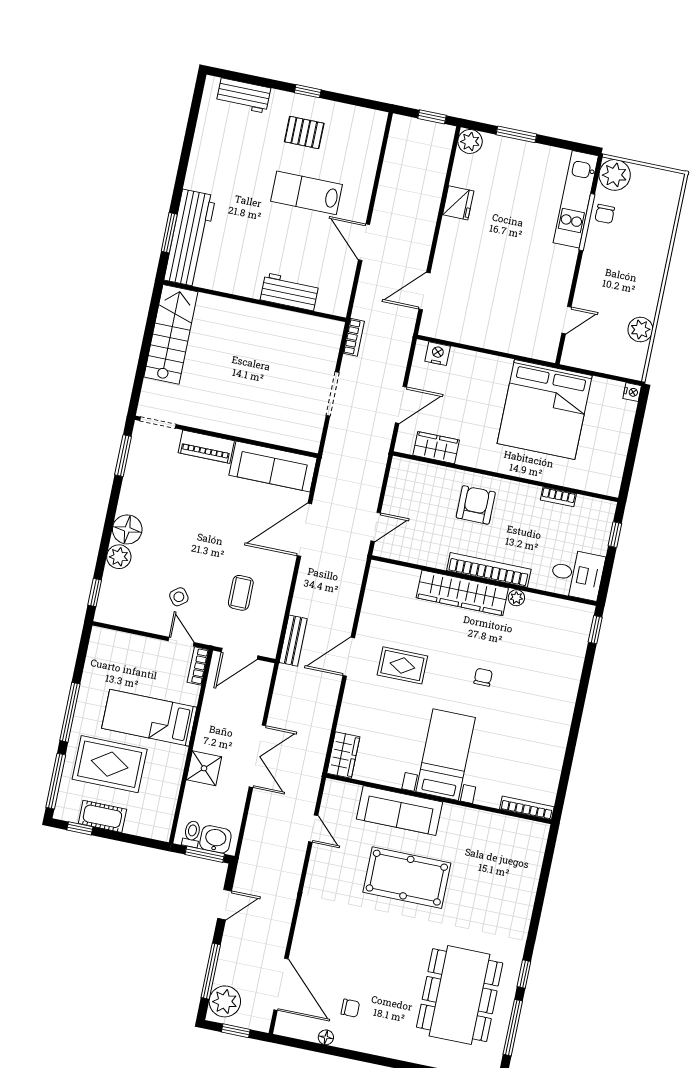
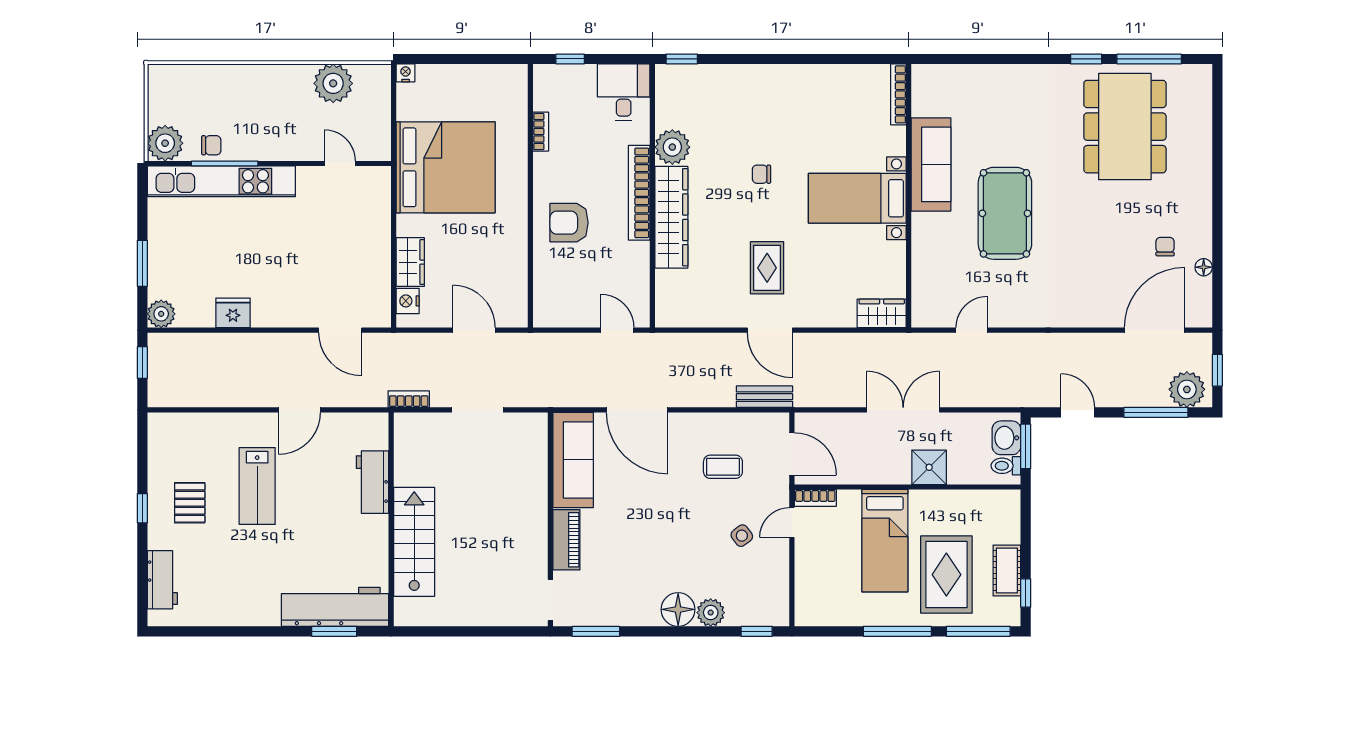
kitchen unit: (576, 199) -> (221, 181), width x1.36
plant: (640, 329) -> (333, 83), width x1.36, depth x1.36
stairs: (171, 334) -> (414, 542), moved, turned 90
wardrobe: (436, 448) -> (410, 262), moved, turned 180
plant: (516, 598) -> (672, 147), width x1.88, depth x1.88
sofa: (400, 810) -> (931, 164), moved
dining table: (460, 995) -> (1125, 127), turned 90

